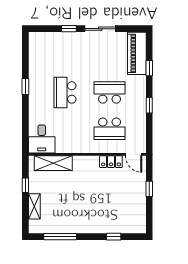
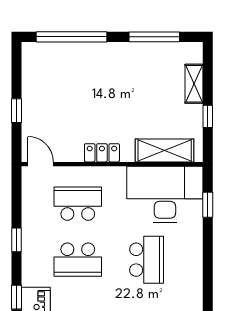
window: (25, 87) -> (208, 205), moved
desk: (42, 139) -> (165, 194), width x1.87, depth x1.30
locker: (111, 162) -> (102, 153), moved
window: (114, 237) -> (71, 37), width x3.17

